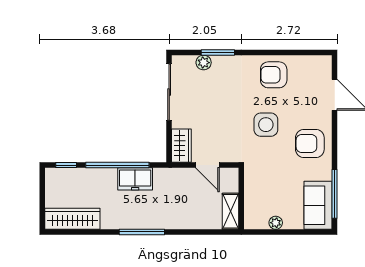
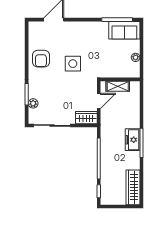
armchair: (310, 144) -> (85, 36), removed
freezer: (135, 179) -> (133, 140), moved, turned 180
shelving: (231, 211) -> (118, 86), moved

